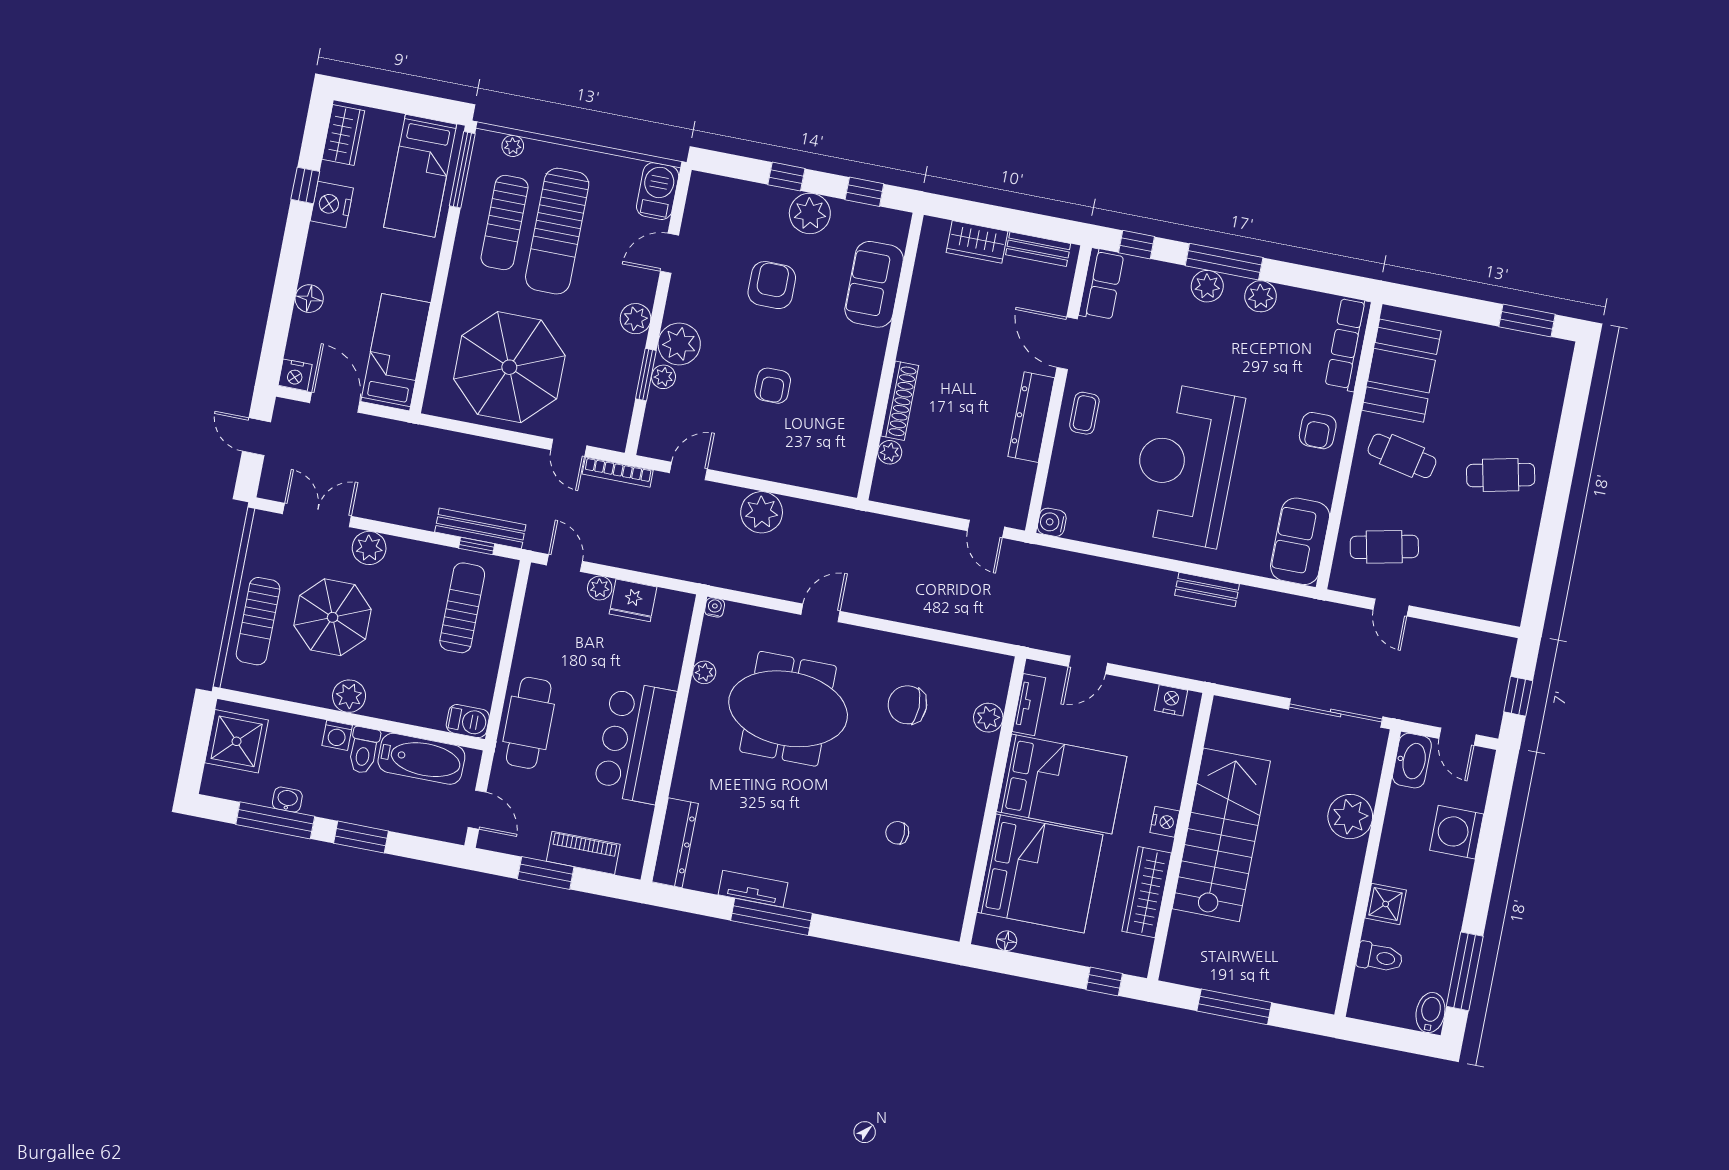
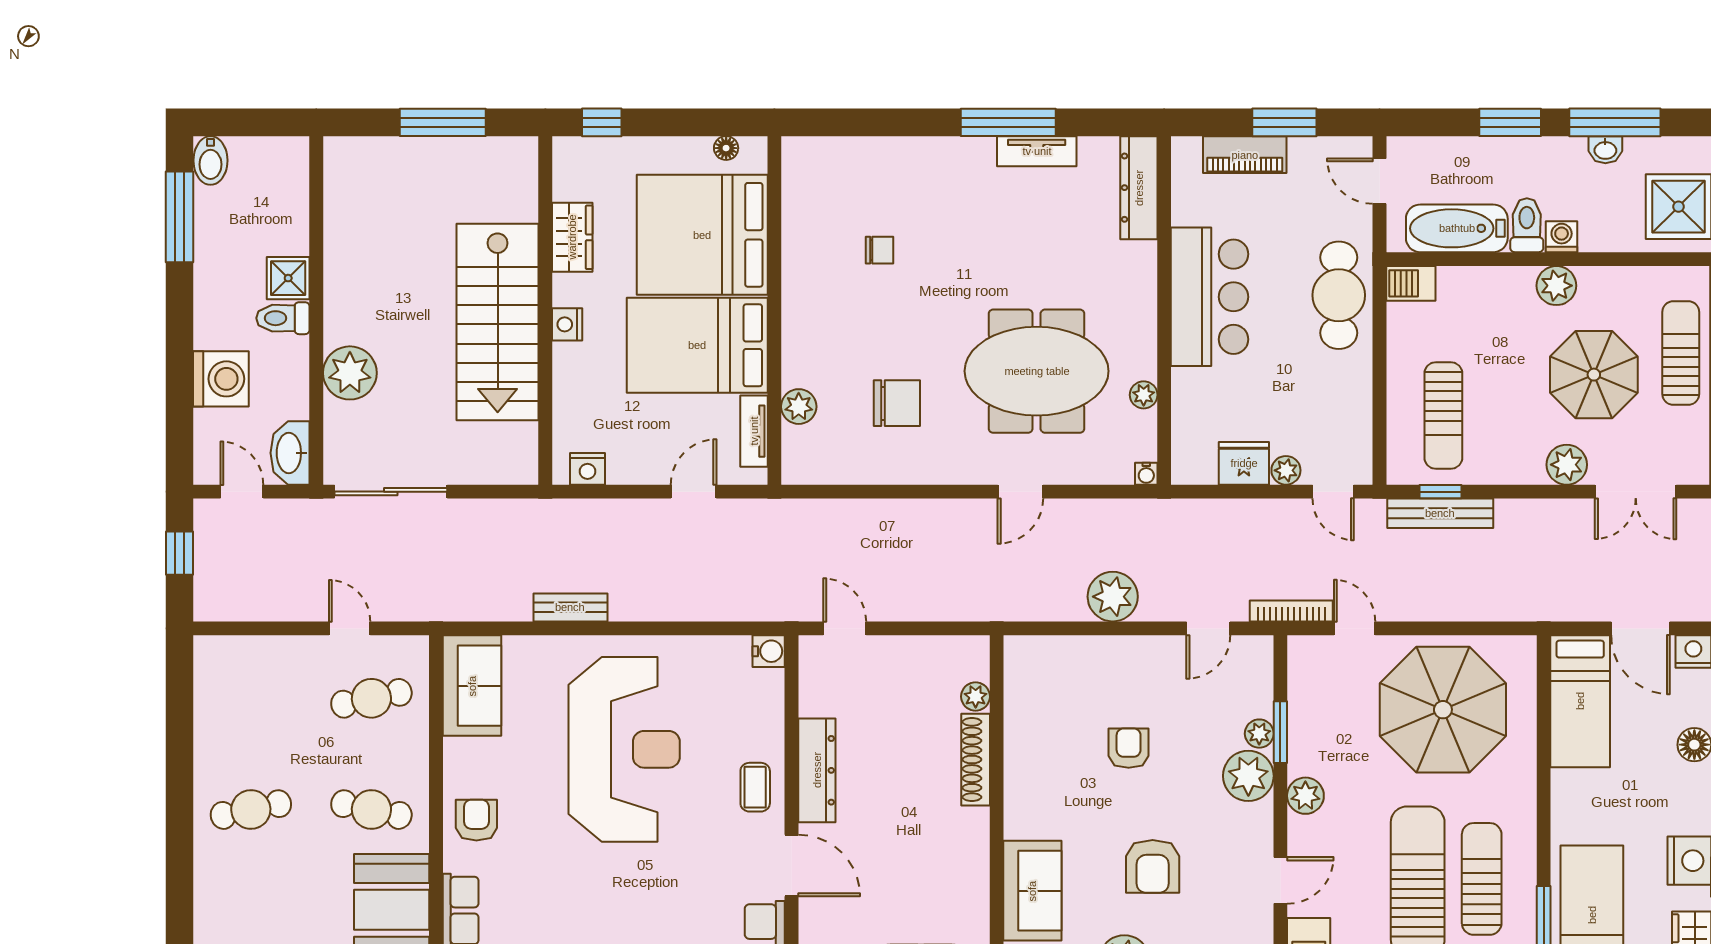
wardrobe: (1147, 892) -> (572, 237), width x0.67
toilet: (1380, 957) -> (283, 318), moved

